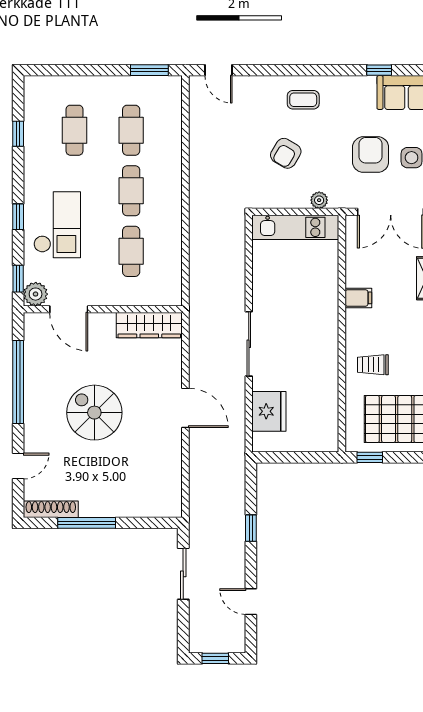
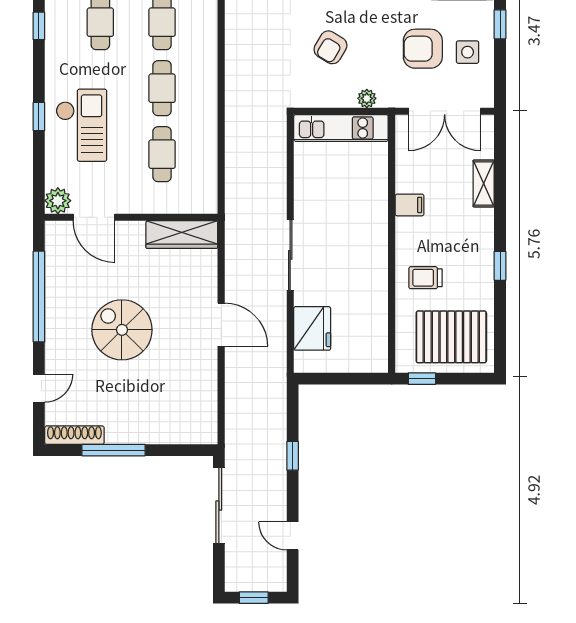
armchair: (371, 155) -> (423, 49), turned -90
window: (18, 279) -> (39, 184), removed
sliding door: (183, 574) -> (219, 506), width x1.37

